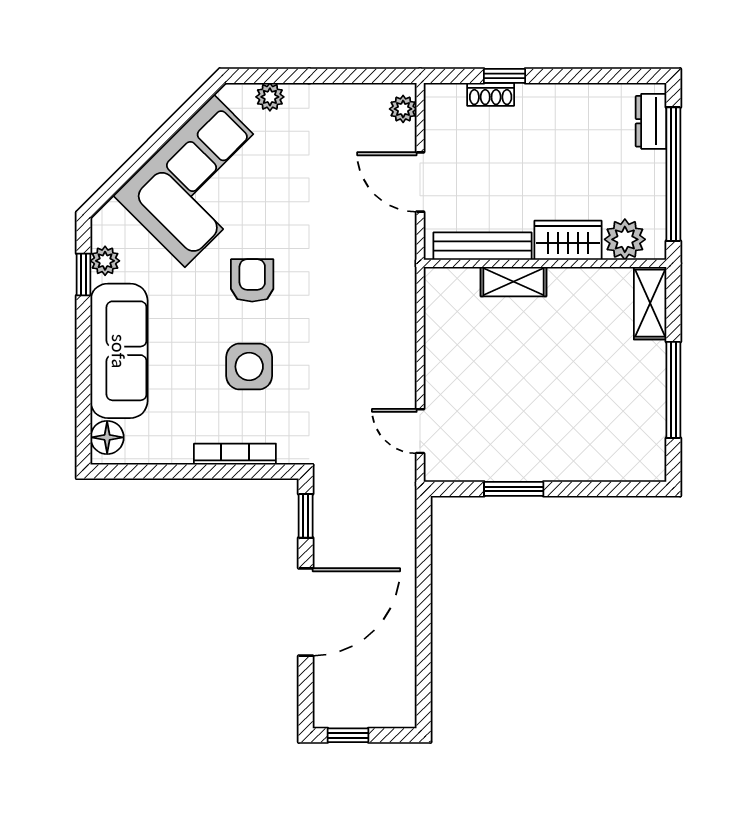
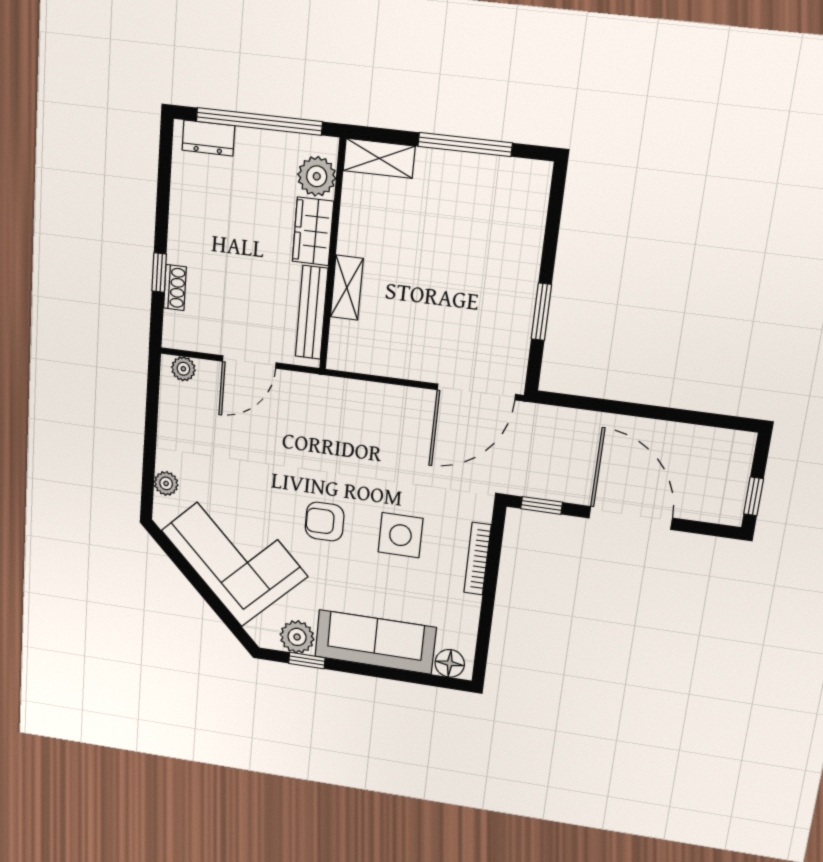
plant: (105, 261) -> (297, 637), width x1.38, depth x1.38
door: (420, 431) -> (476, 392), width x1.88

